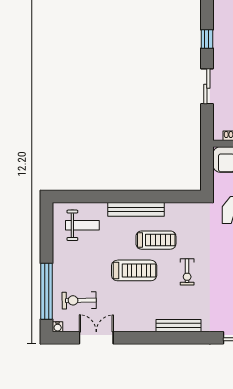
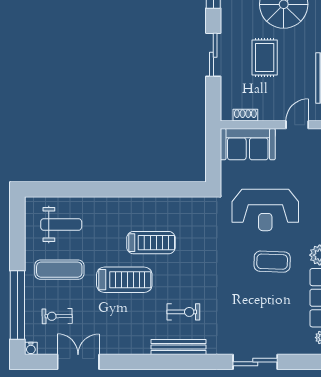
bench: (136, 209) -> (127, 205), removed
exercise mat: (81, 262) -> (59, 270), added
exercise bike: (187, 272) -> (183, 312), moved, turned -90
exercise bike: (79, 300) -> (57, 316), width x0.73, depth x0.72

